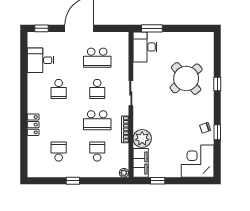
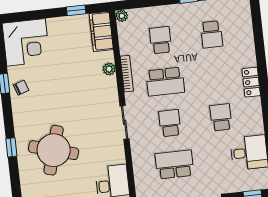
round table: (186, 78) -> (54, 150), turned -33
school desk: (97, 120) -> (165, 82), turned 180
locker: (33, 125) -> (251, 82), moved
plant: (142, 139) -> (109, 69), width x0.53, depth x0.53
school desk: (97, 152) -> (161, 40), turned 180

